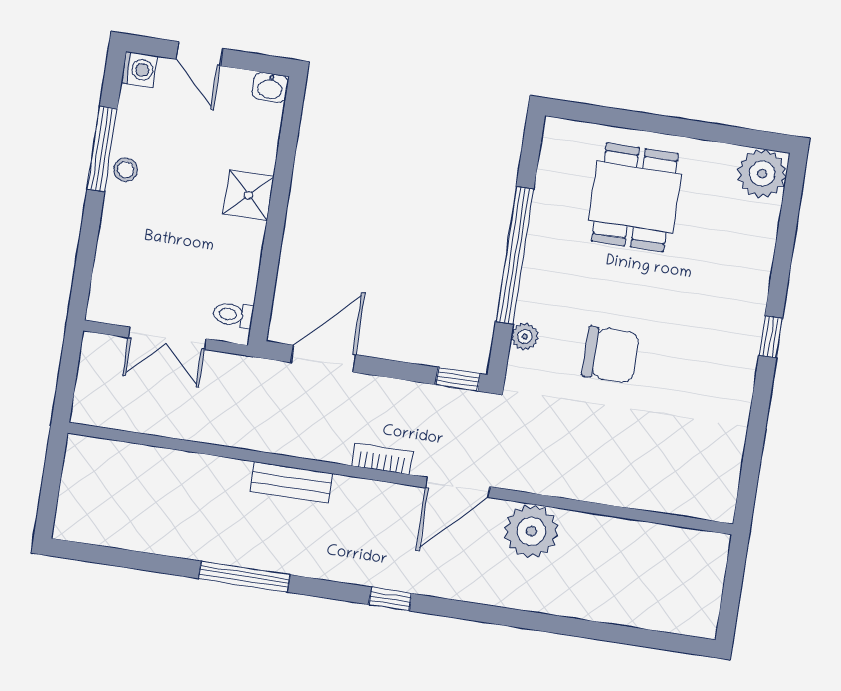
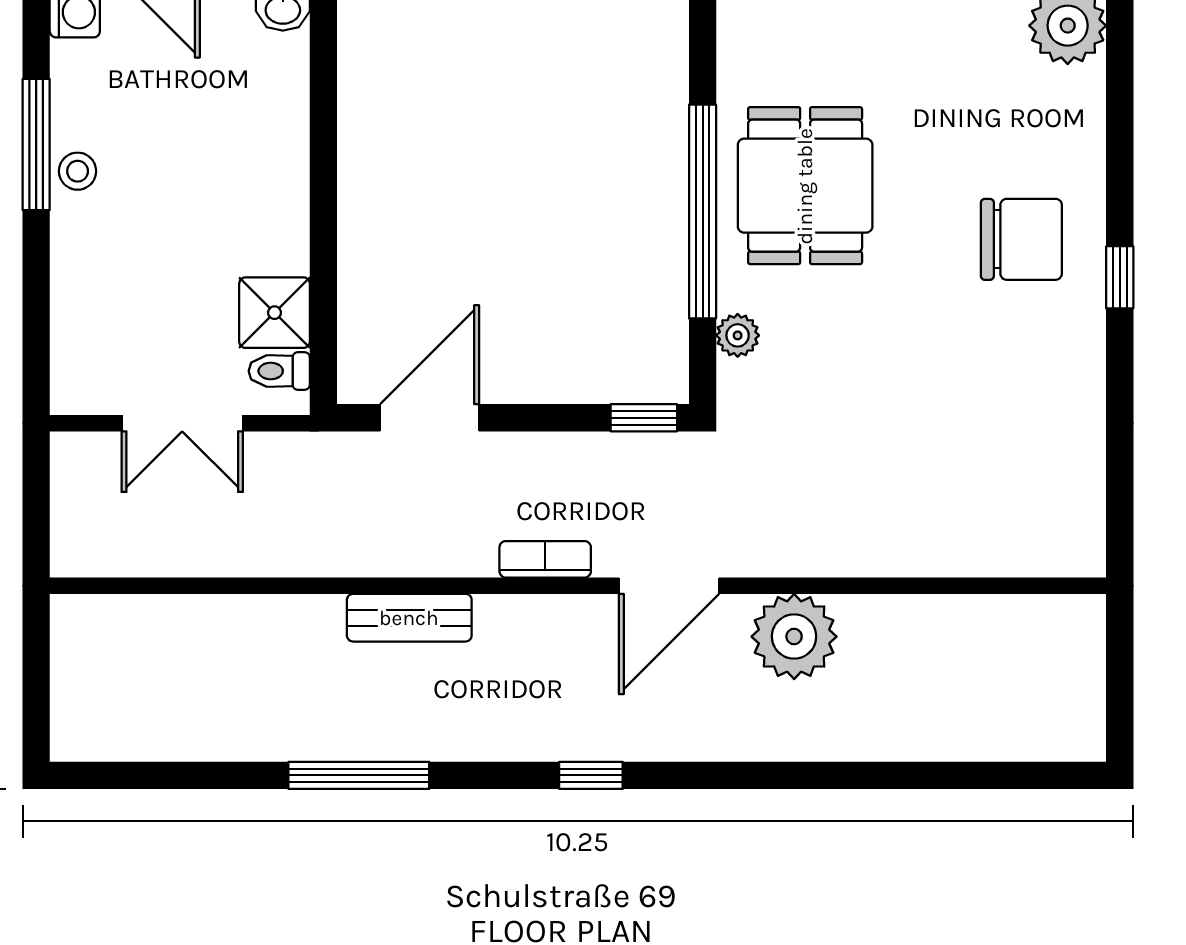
shower: (248, 195) -> (274, 313), moved
dining table: (635, 197) -> (805, 186), moved
chair: (611, 355) -> (1021, 239), moved

